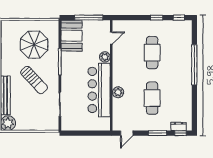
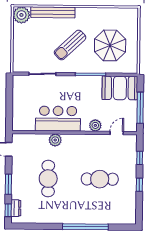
window: (179, 18) -> (140, 158), moved
door: (111, 38) -> (117, 133), swing flipped
bar counter: (99, 90) -> (58, 119), width x0.73
cafe table: (152, 98) -> (48, 179), turned 90

